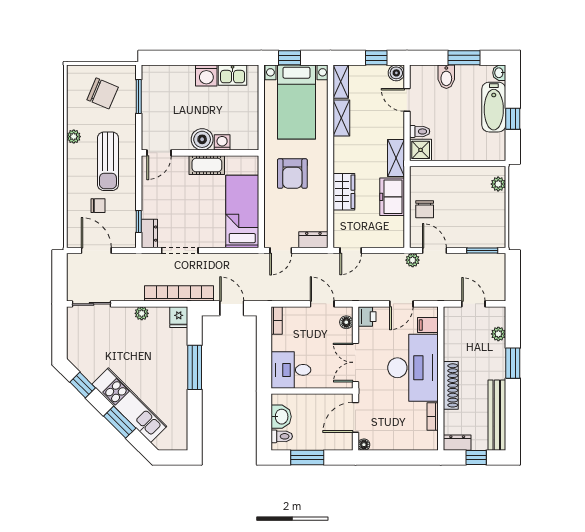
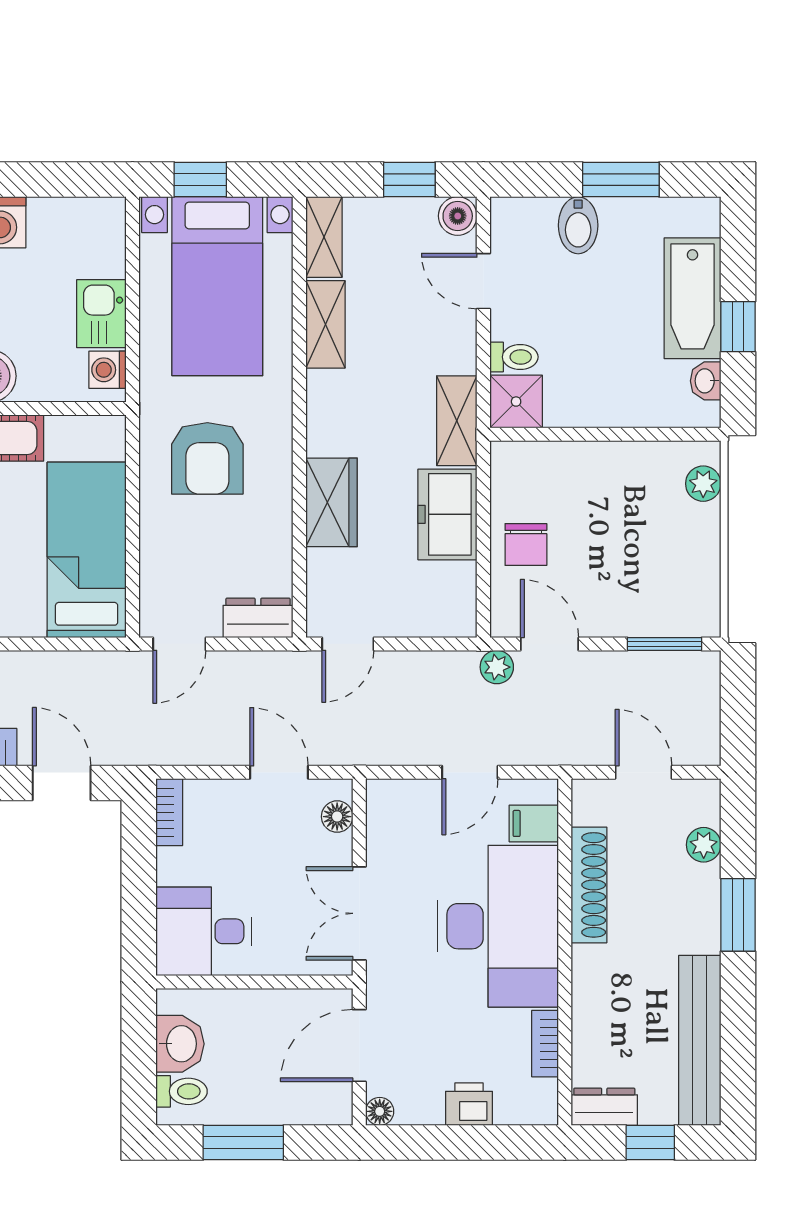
washbasin: (499, 73) -> (706, 381), moved
kitchen sink: (233, 75) -> (101, 314), moved, turned 90
washing machine: (222, 142) -> (107, 370), moved, turned -90
printer: (367, 317) -> (469, 1104), moved, turned -90
shoe rack: (451, 385) -> (589, 885), moved

